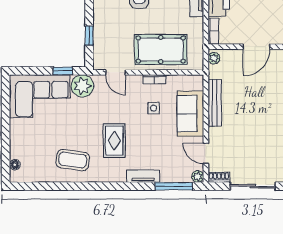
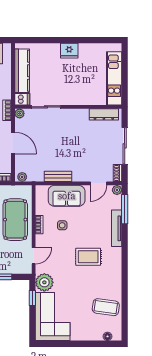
bench: (215, 103) -> (58, 176), width x0.73
coffee table: (73, 160) -> (106, 307), moved, turned 90
tv unit: (143, 176) -> (117, 228), width x1.41

